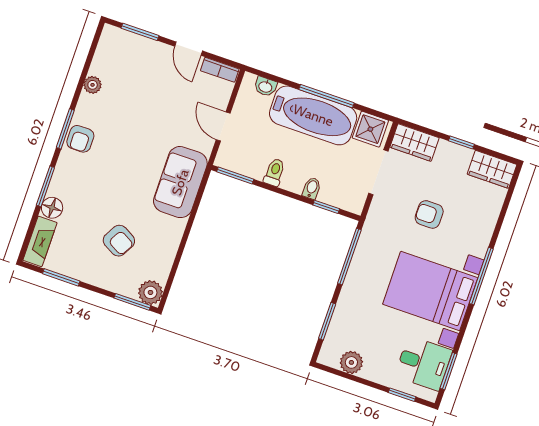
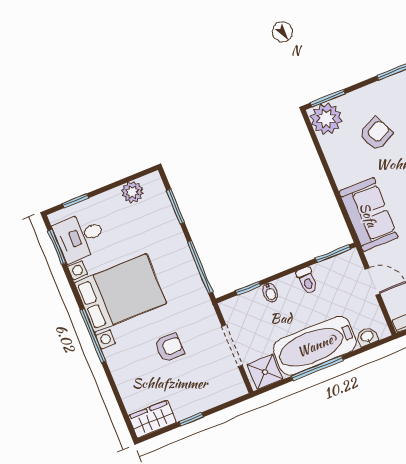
wardrobe: (414, 143) -> (225, 390), removed
armchair: (119, 241) -> (376, 134), turned 125
plant: (150, 292) -> (326, 119), width x1.36, depth x1.36

